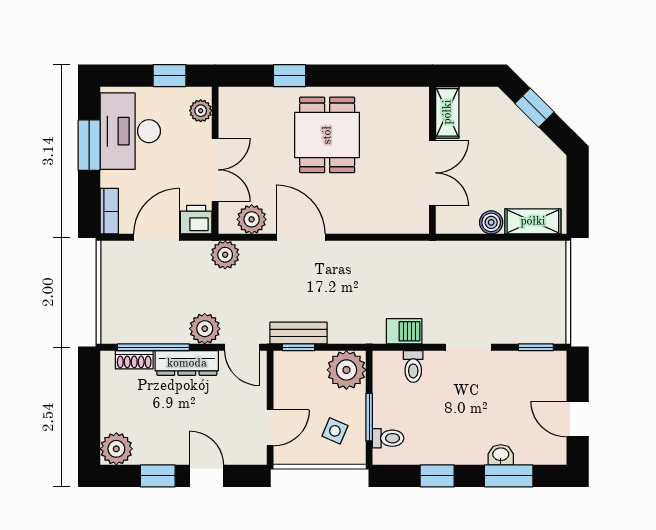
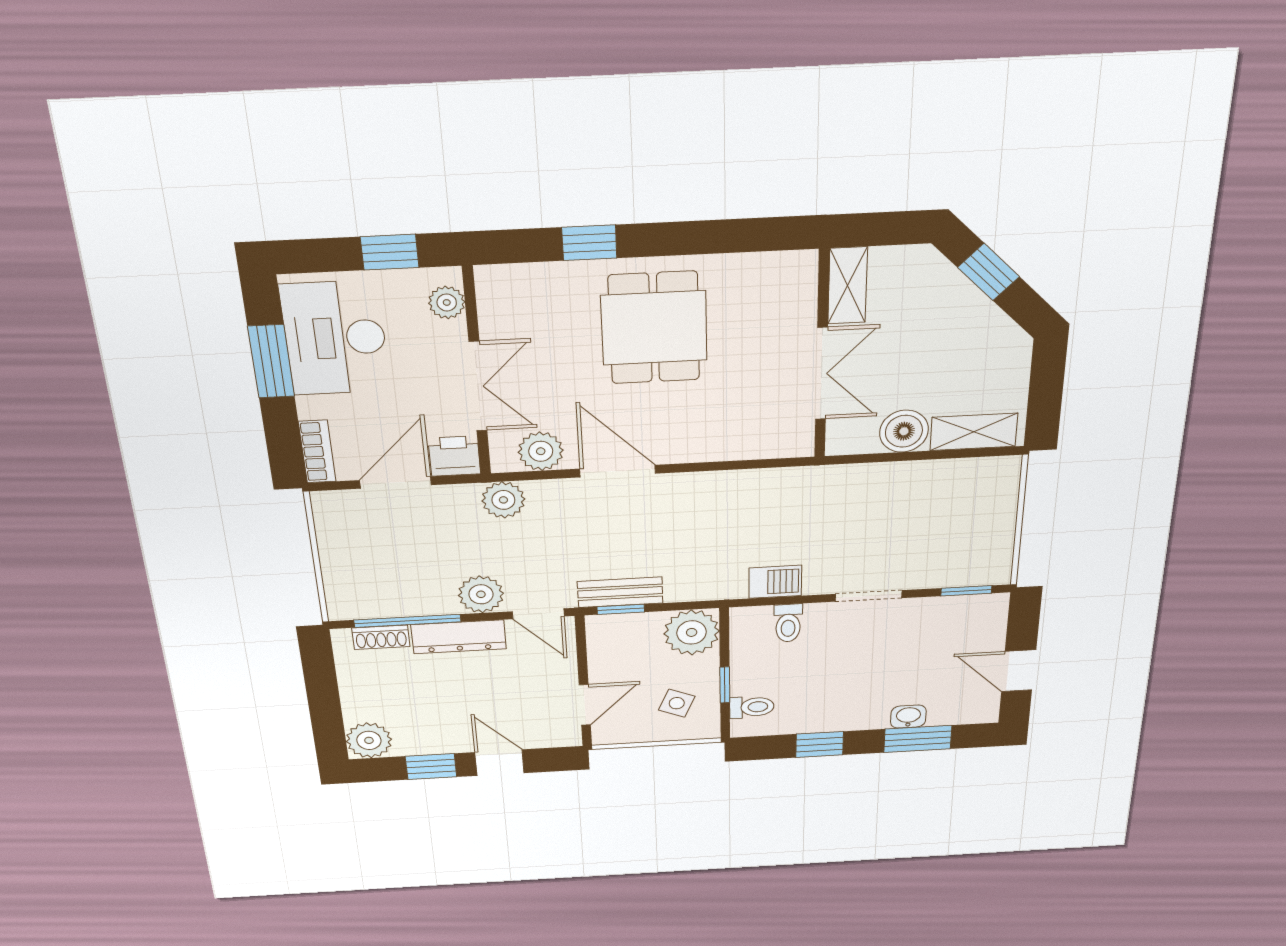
boiler: (491, 222) -> (904, 431), width x1.36, depth x1.36
window: (369, 417) -> (725, 685), width x0.67

